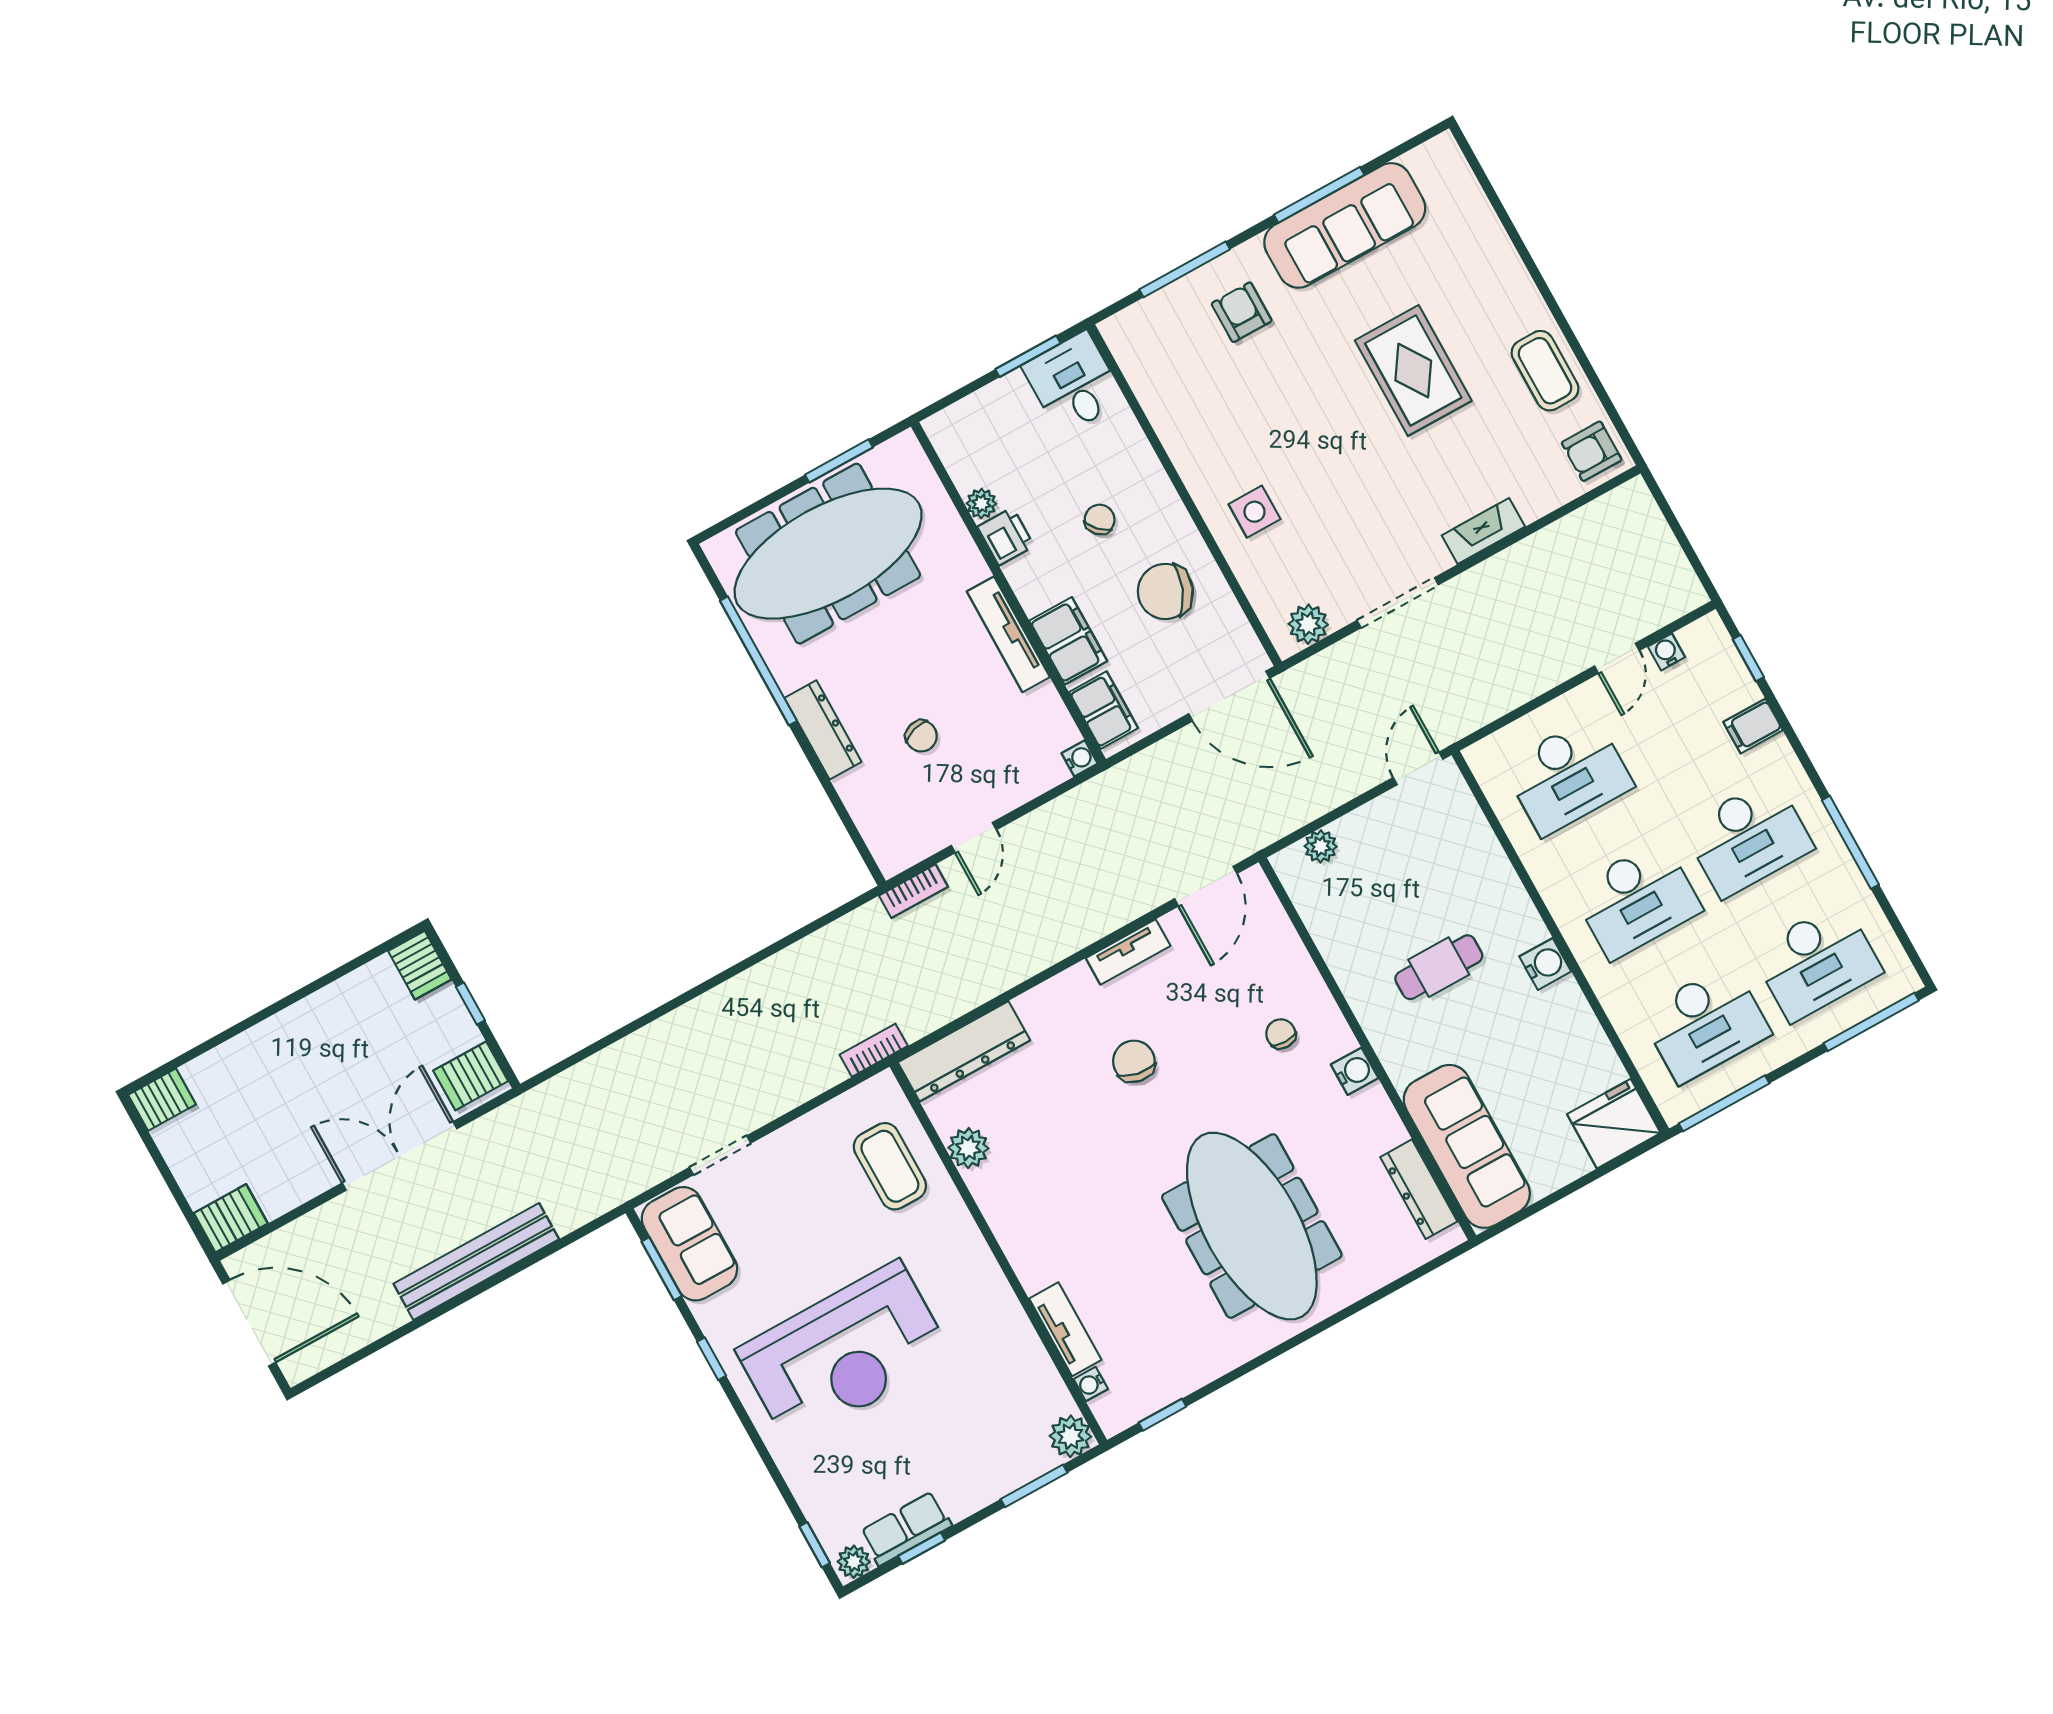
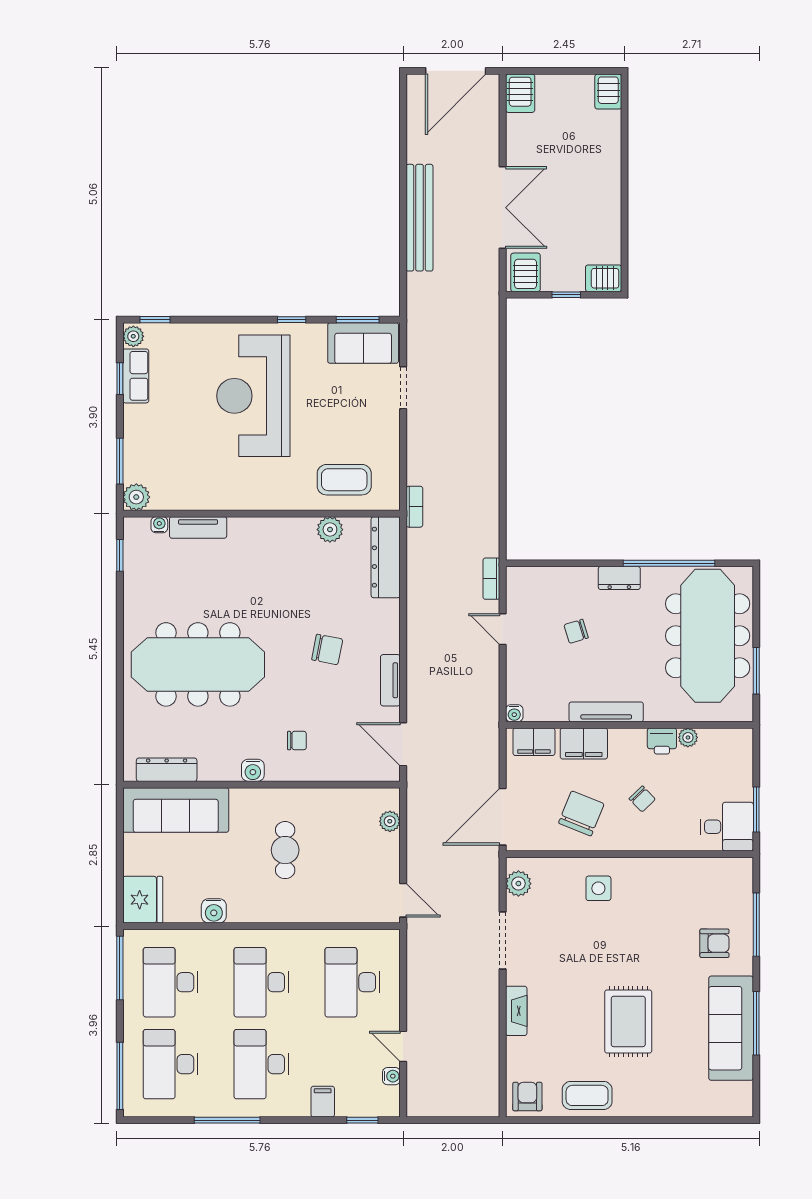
rug: (1413, 371) -> (628, 1021), turned 90
dresser: (823, 730) -> (619, 578), width x0.70
water cooler: (1545, 964) -> (214, 911), moved

